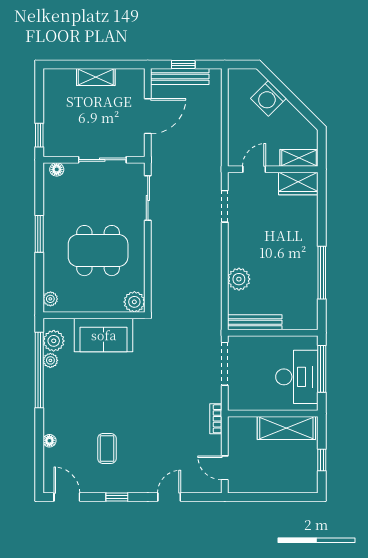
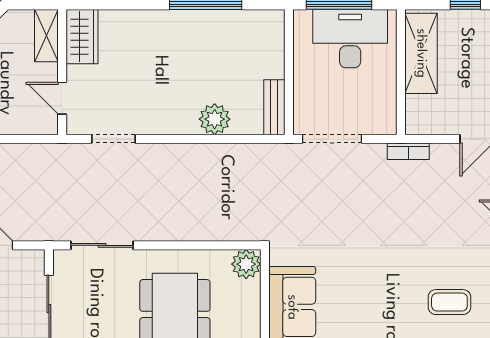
bench: (255, 322) -> (274, 107), width x0.73

